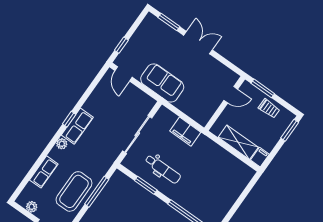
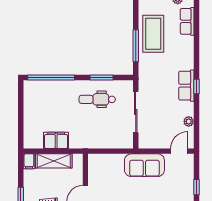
window: (121, 45) -> (196, 187), moved
door: (123, 74) -> (179, 151), hinge flipped
filing cabinet: (185, 132) -> (56, 140), moved
plant: (62, 144) -> (189, 121), moved
row of seats: (44, 172) -> (187, 21), moved

